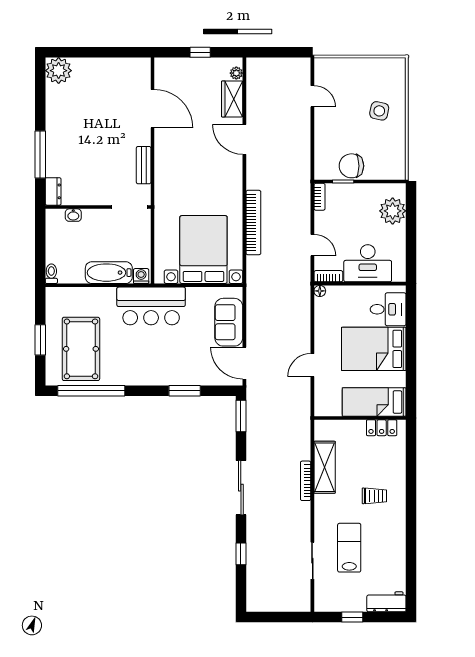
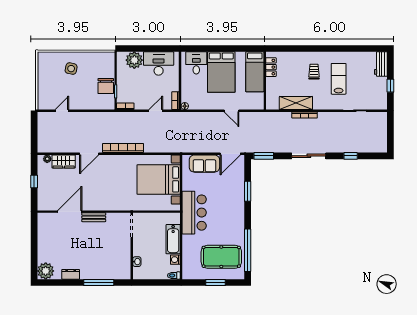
bench: (144, 165) -> (94, 217), moved
dresser: (53, 191) -> (71, 274), moved
bookcase: (253, 223) -> (123, 148), moved
desk: (368, 263) -> (159, 63), moved, turned -90
washing machine: (141, 276) -> (175, 260), moved
lab bench: (349, 548) -> (339, 79), moved, turned 90

